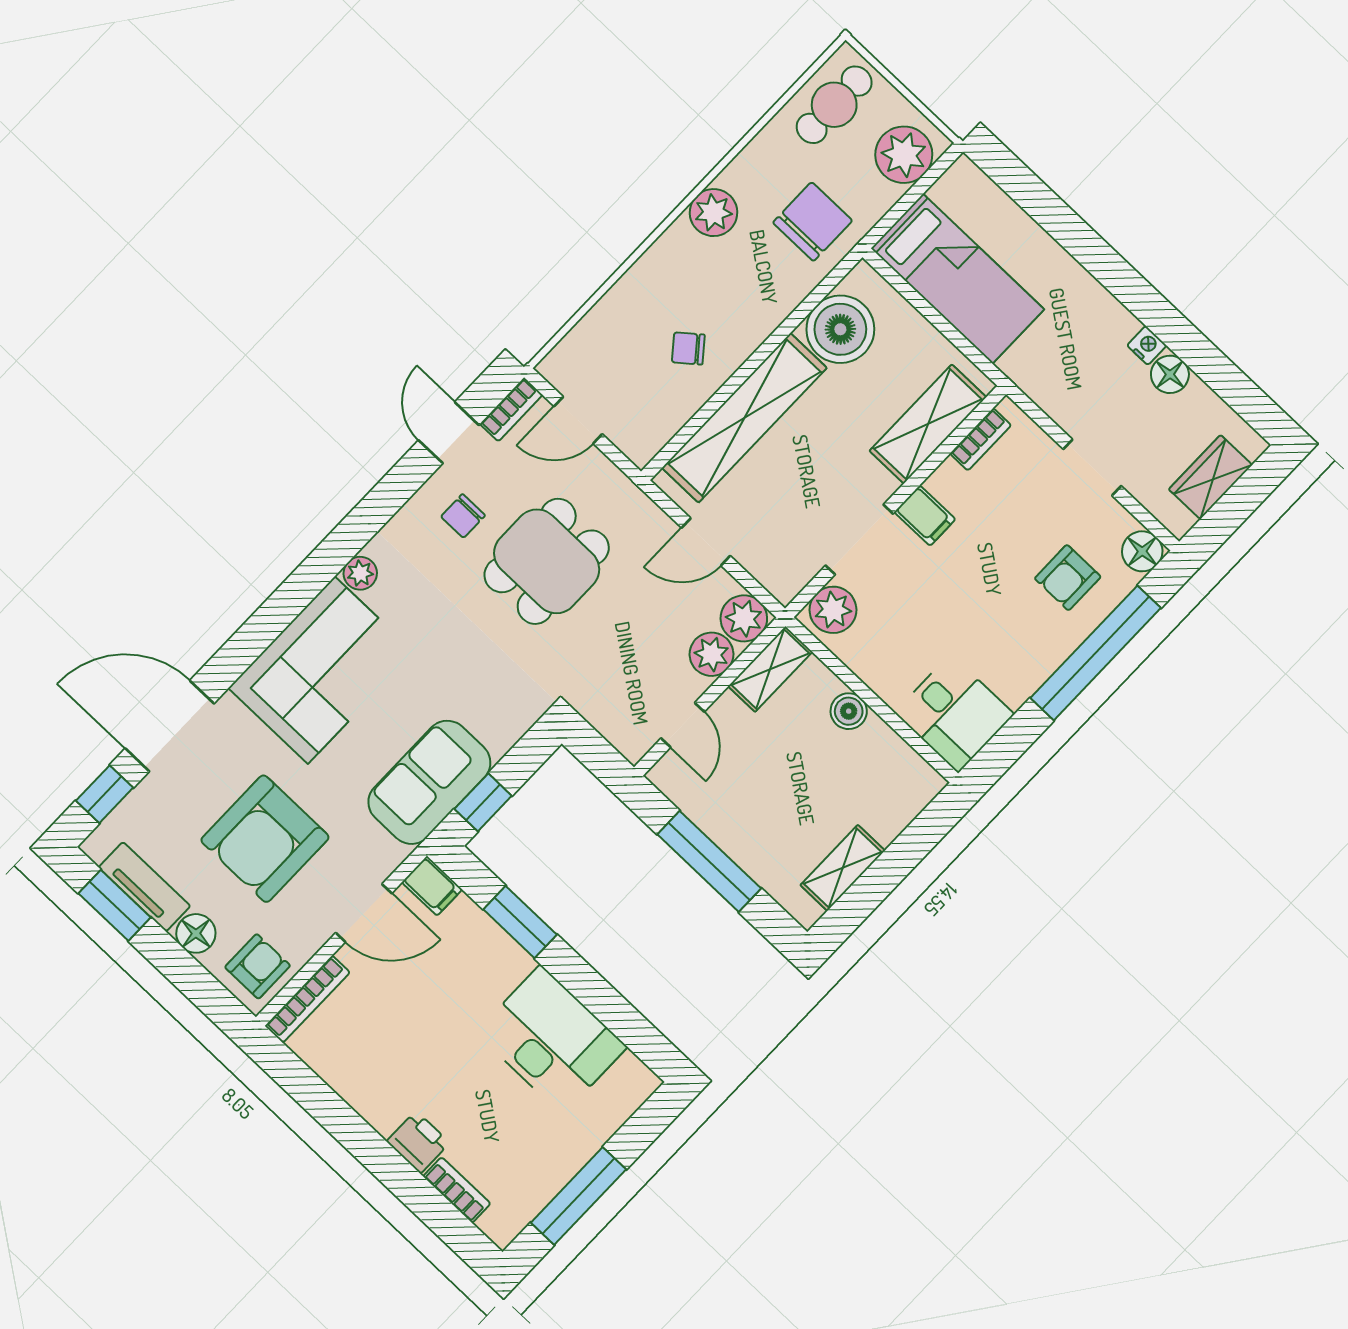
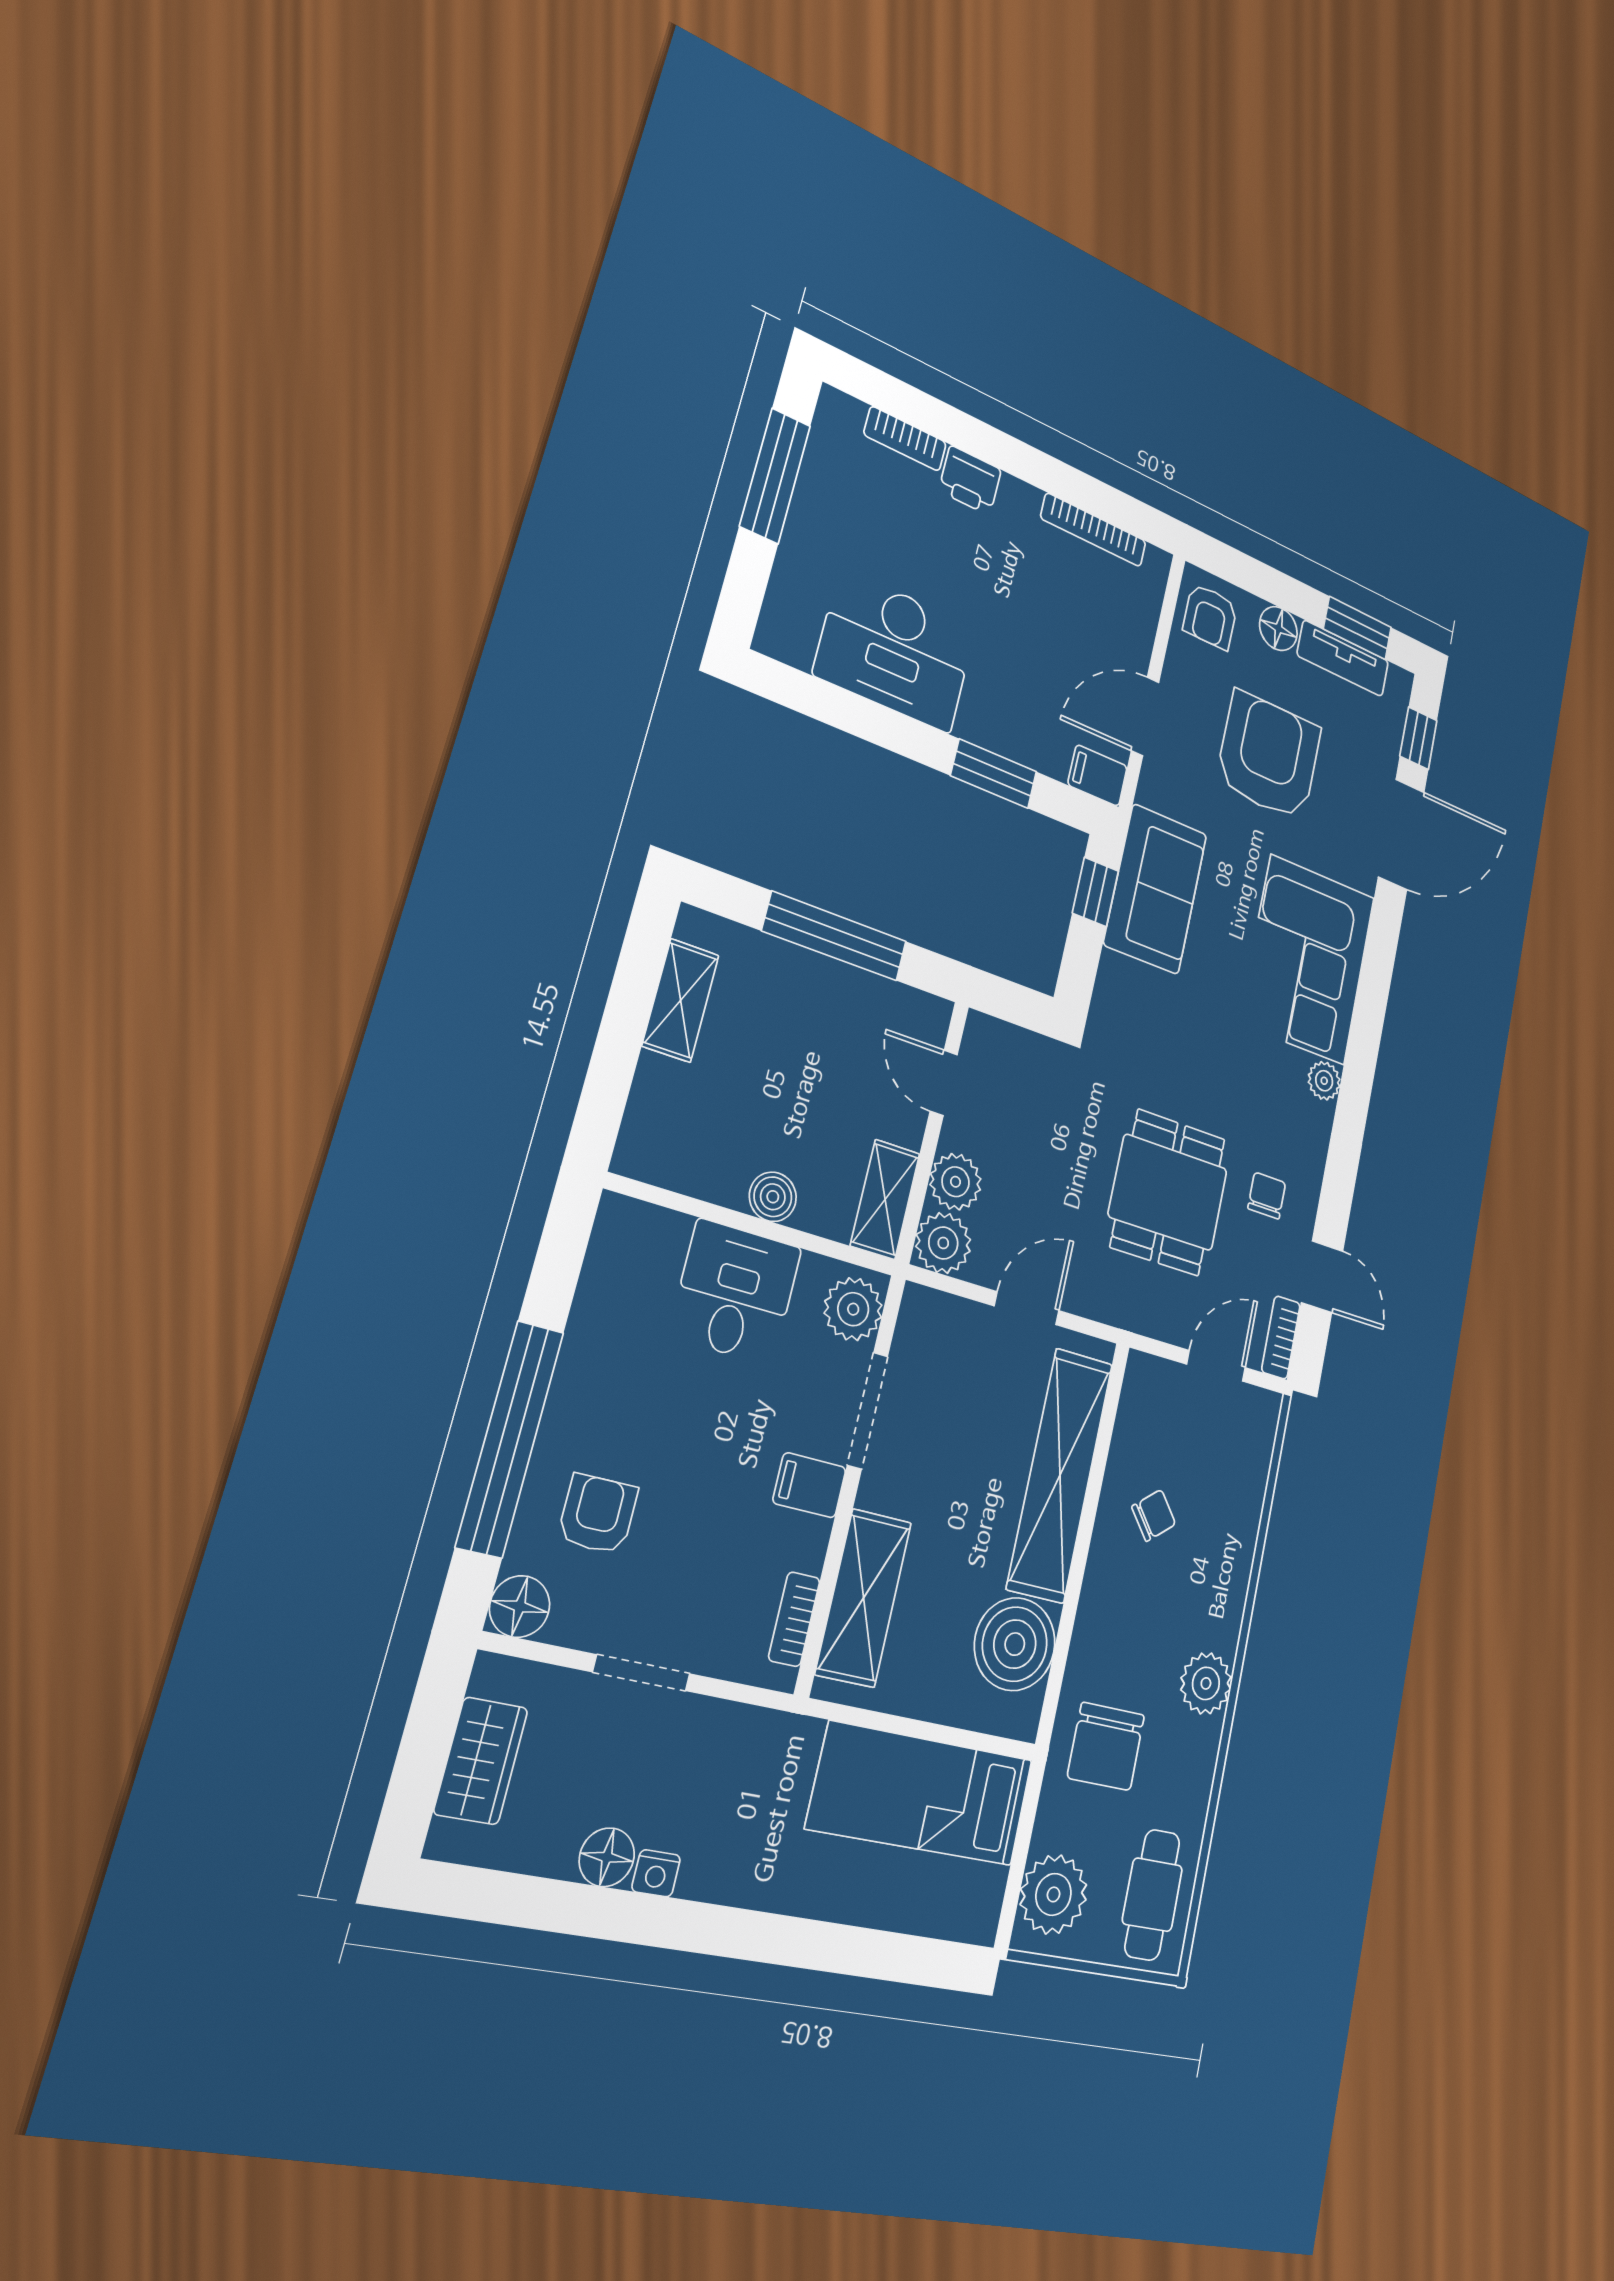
desk: (954, 713) -> (736, 1292), moved, turned 90
bookcase: (307, 999) -> (1094, 530), moved, turned -90

